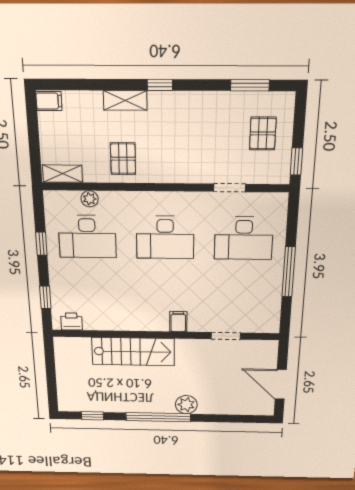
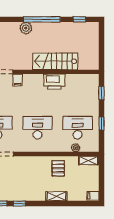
window: (160, 85) -> (19, 203), moved
printer: (72, 322) -> (55, 82), moved, width x1.87, depth x1.48
filing cabinet: (178, 322) -> (18, 80), moved

